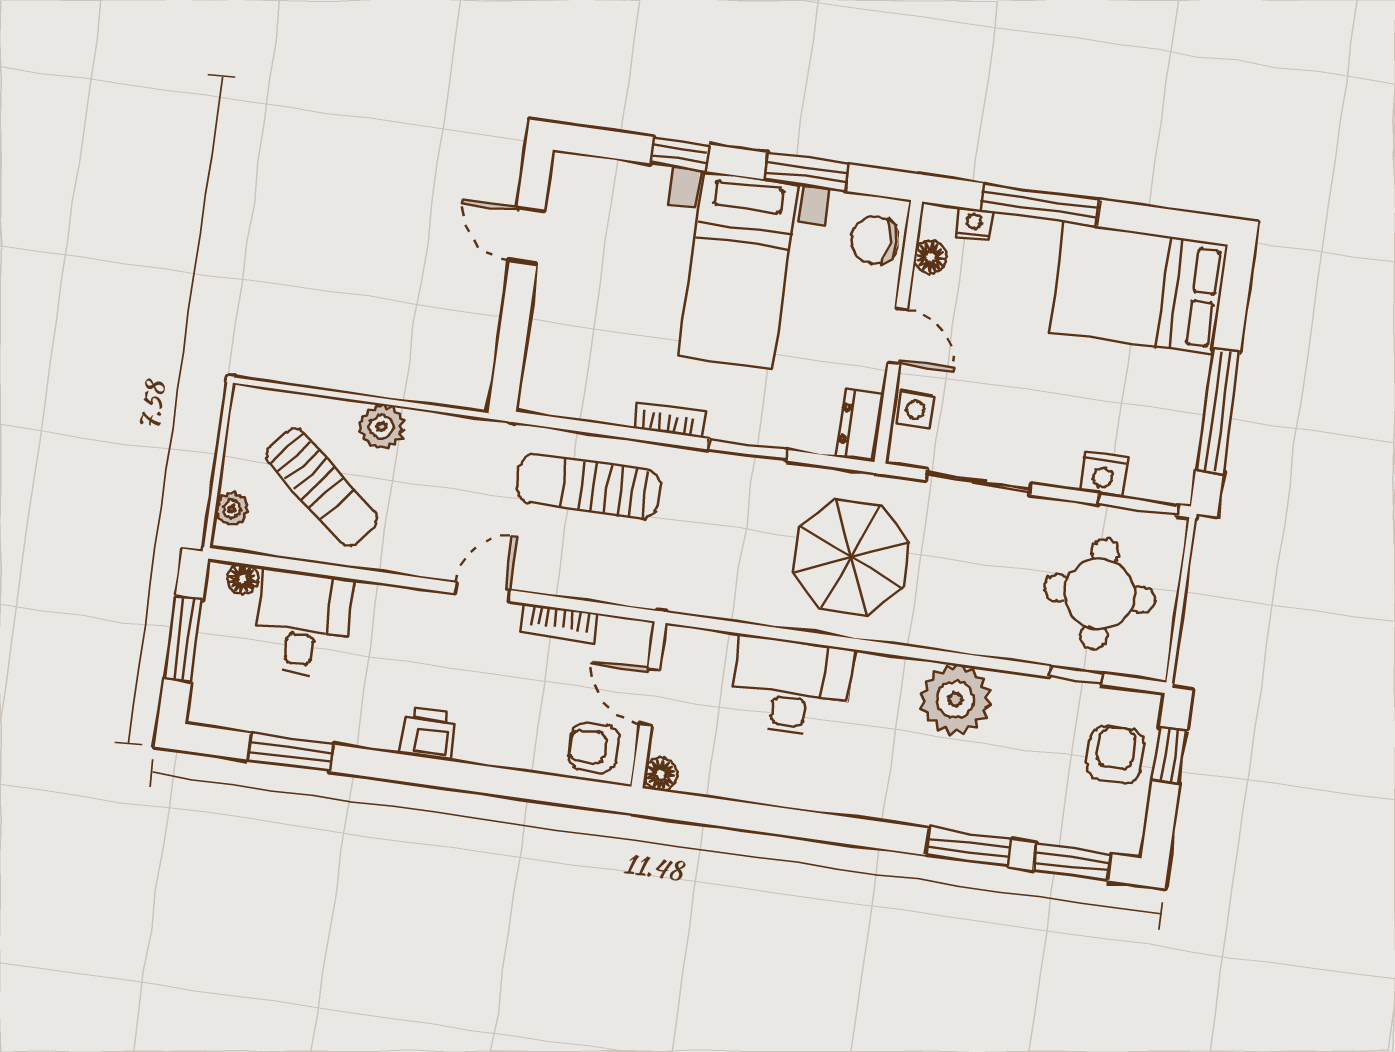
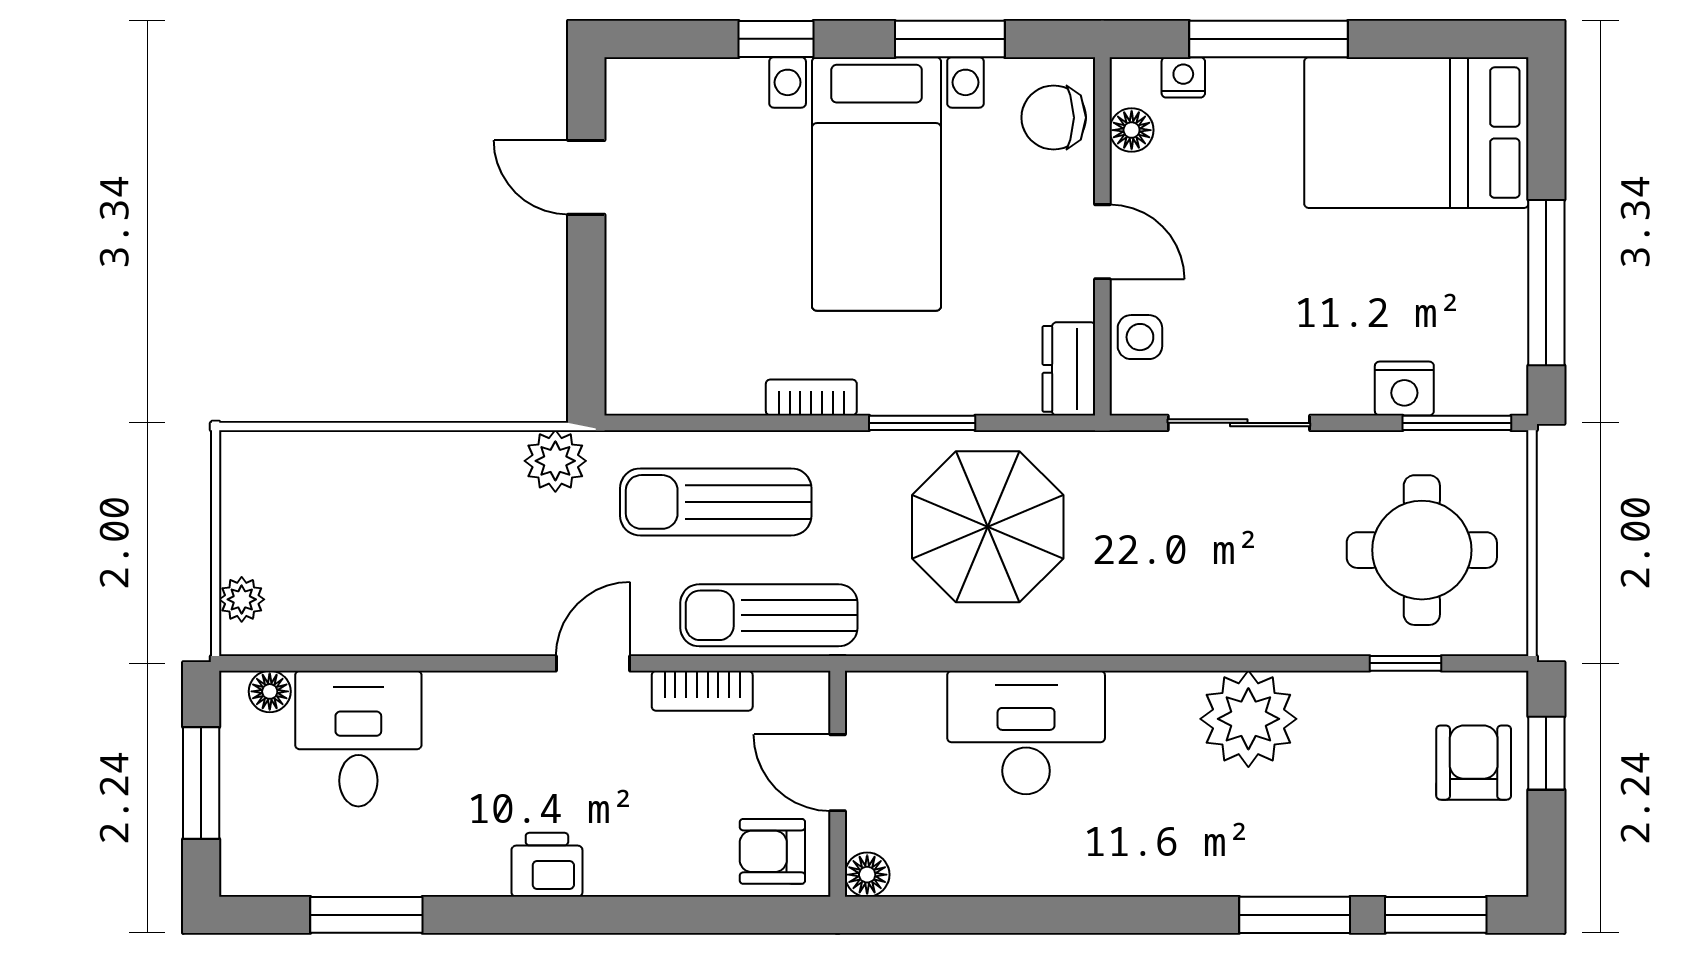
plant: (382, 427) -> (555, 461), moved
sun lounger: (322, 487) -> (769, 615), moved, turned 140
parasol: (851, 557) -> (988, 527), moved

